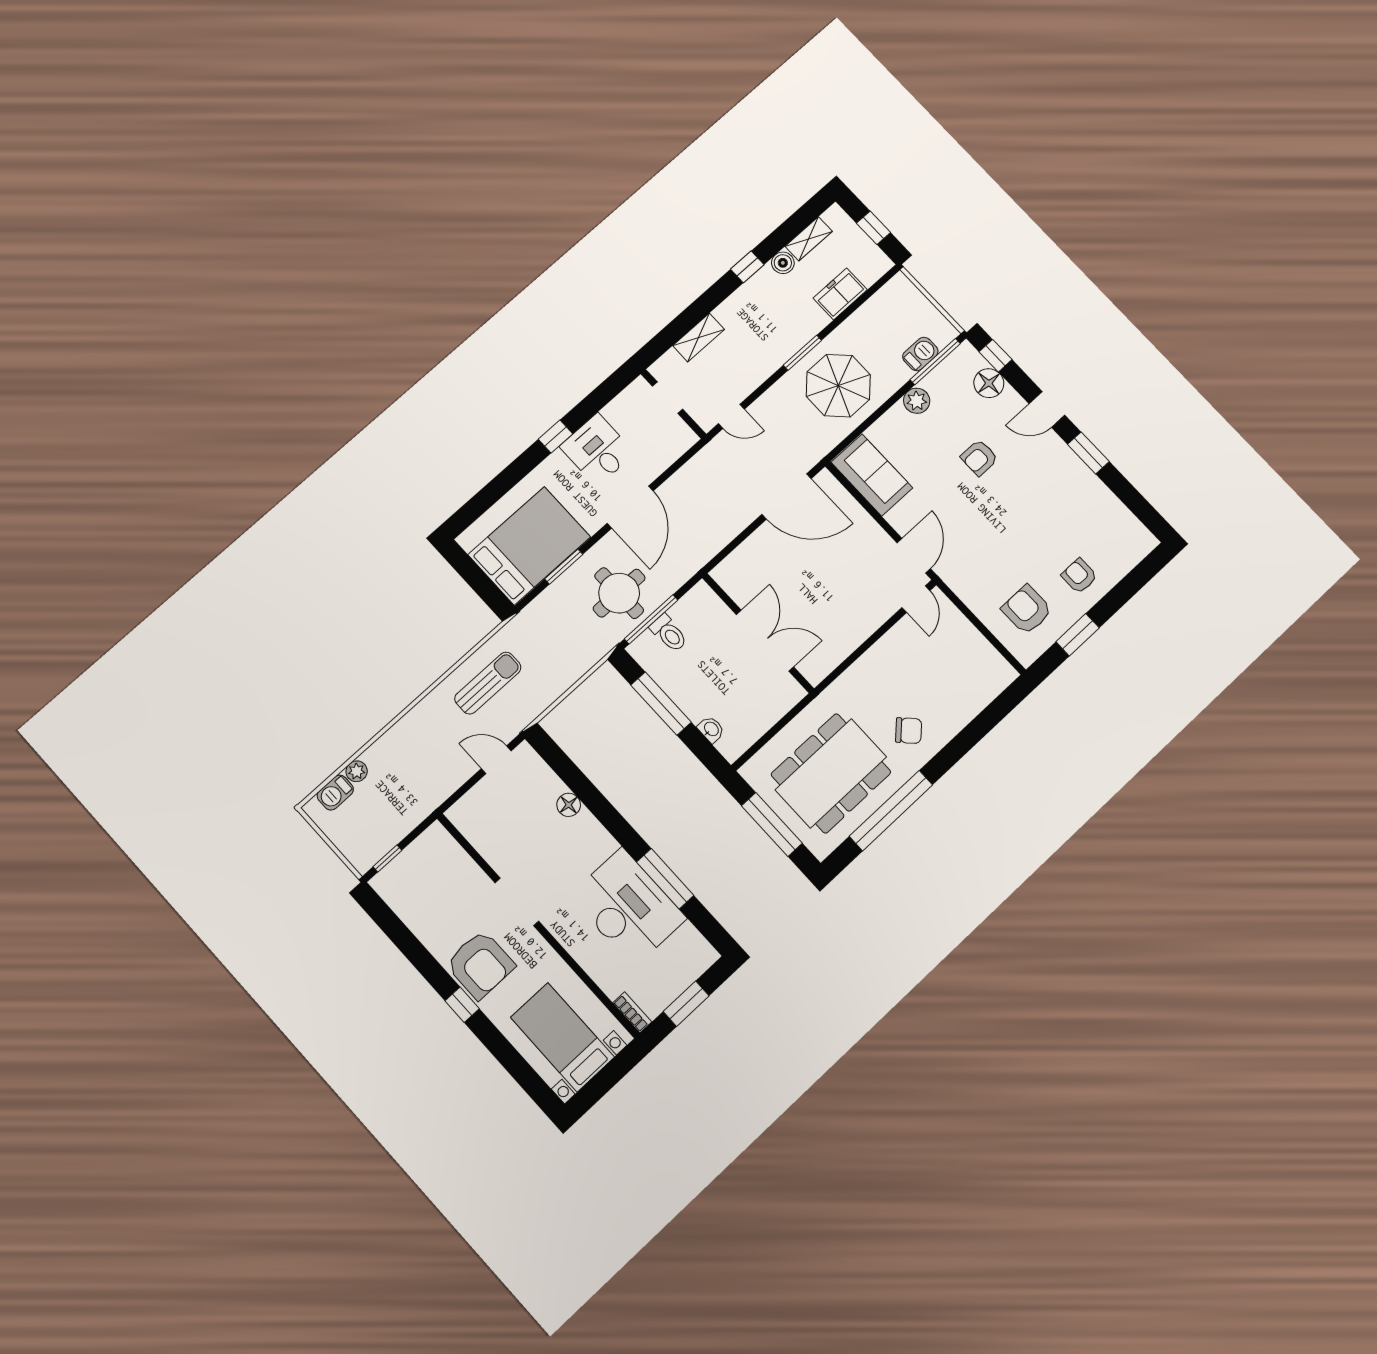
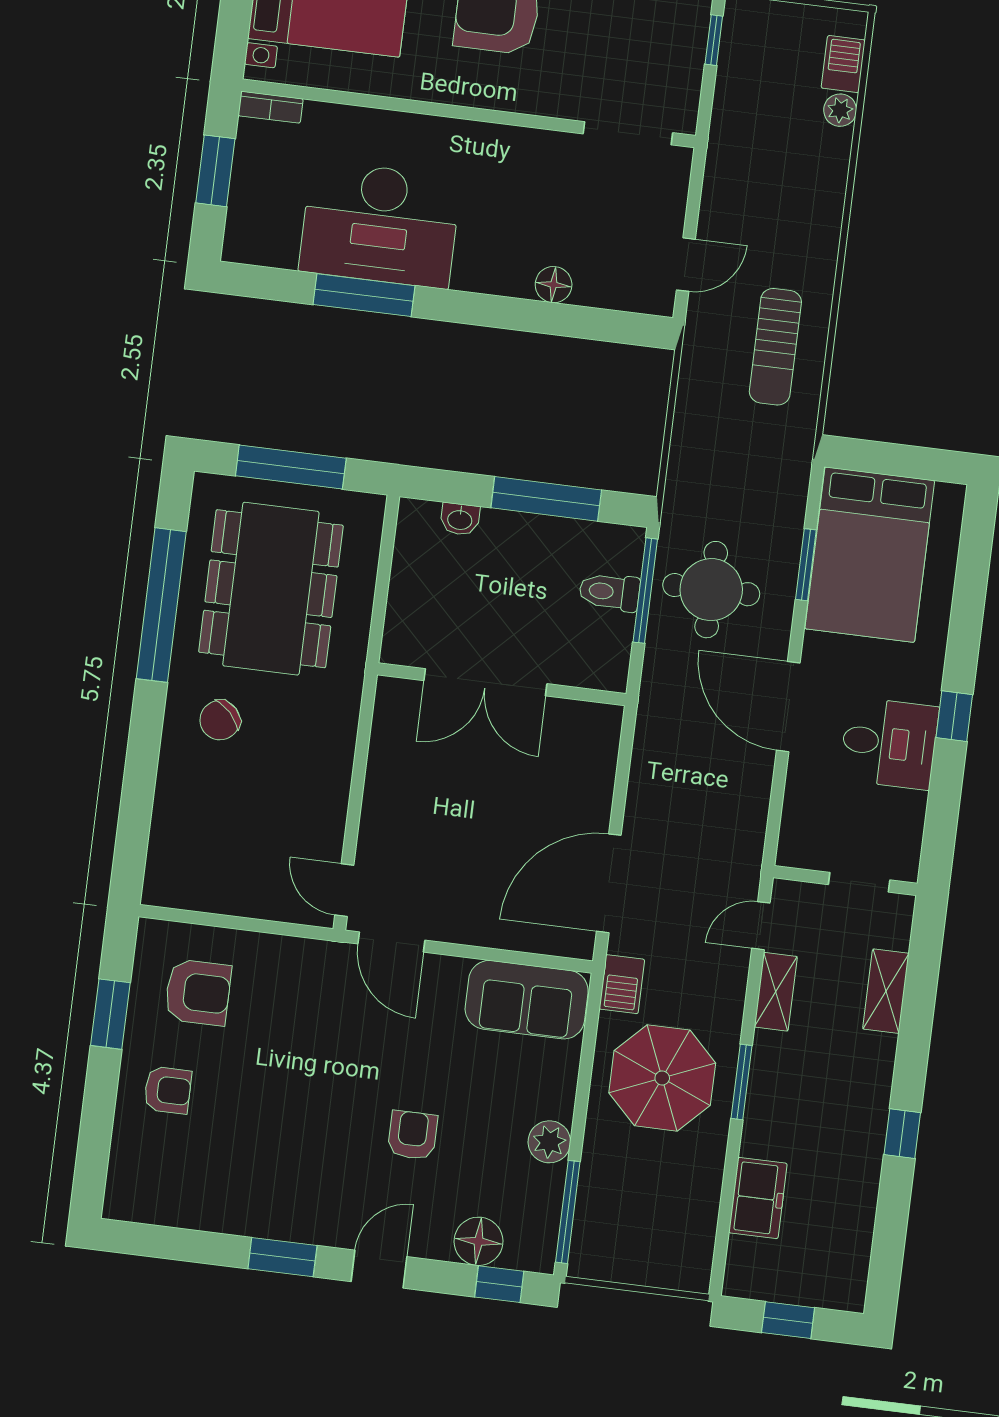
shelving: (809, 239) -> (776, 992), moved
boiler: (783, 263) -> (863, 1177), removed
barbecue: (920, 354) -> (622, 984), moved
doorway: (517, 902) -> (628, 133), moved

